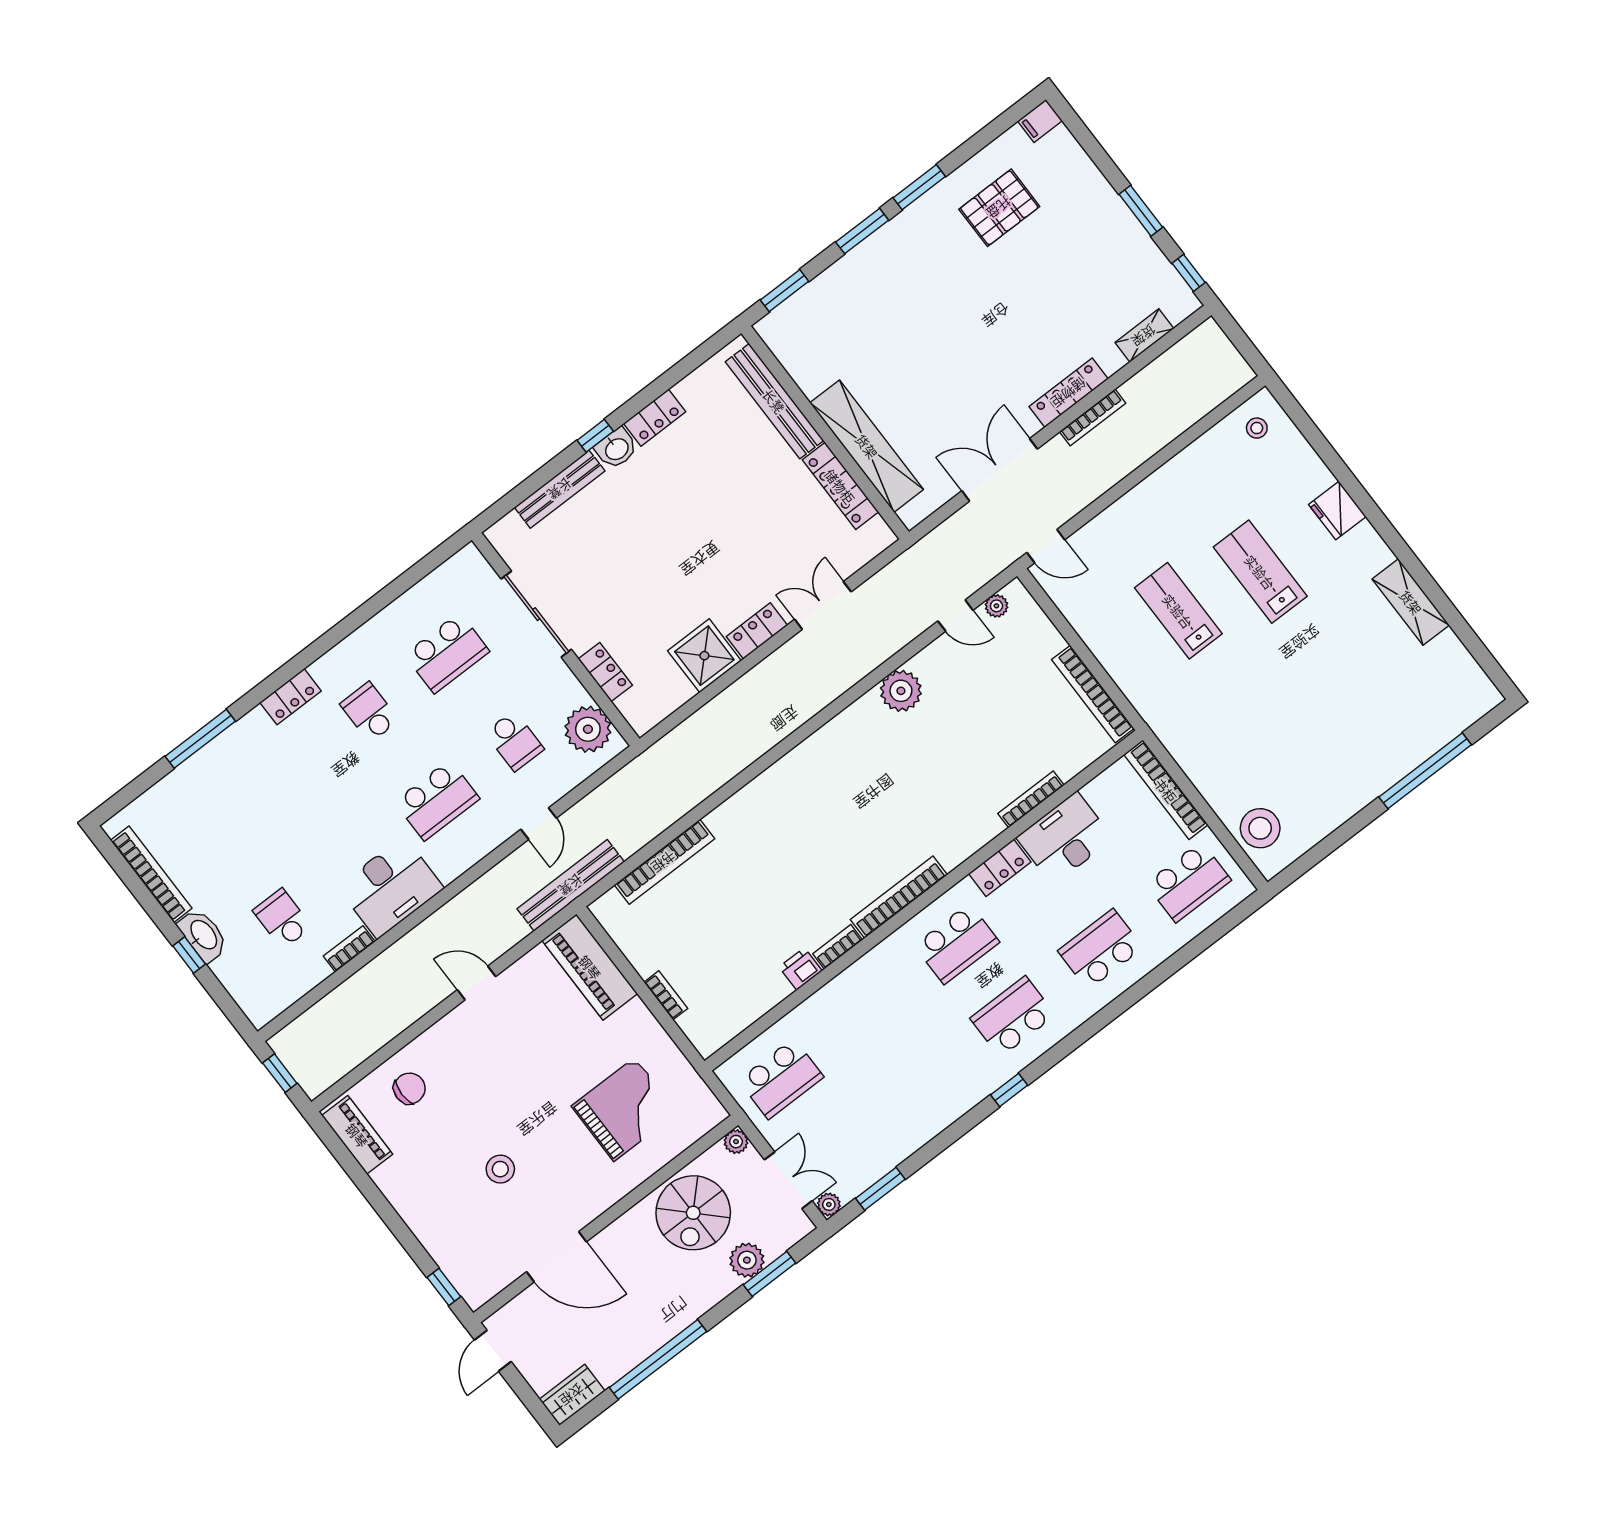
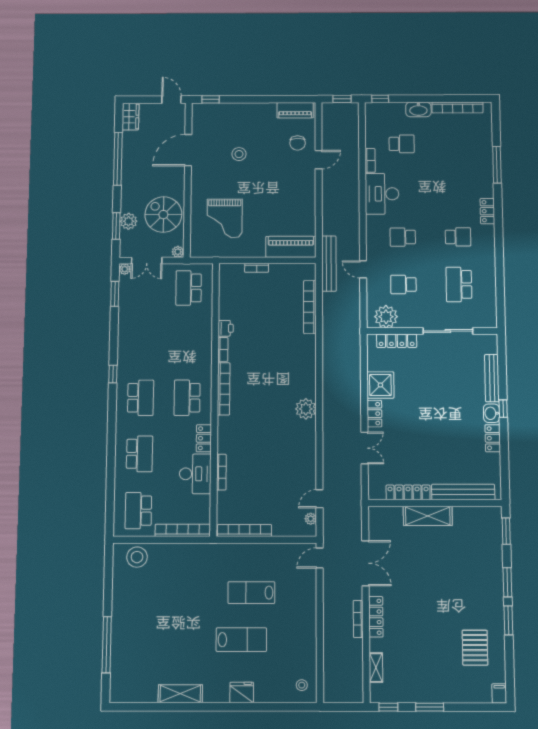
shelving: (867, 446) -> (428, 516), width x0.68
lab bench: (1178, 611) -> (251, 593), turned 180
locker: (605, 672) -> (397, 341), width x1.53
plant: (901, 691) -> (306, 409), moved
school desk: (437, 800) -> (403, 237), width x0.54
window: (189, 955) -> (380, 99), moved
door: (476, 983) -> (319, 160), moved

